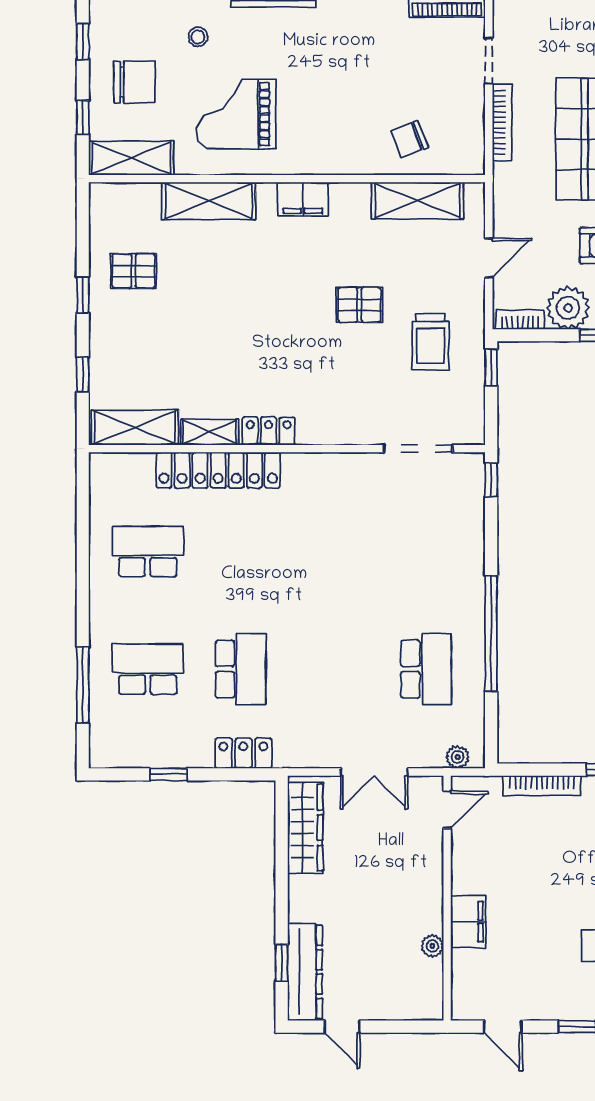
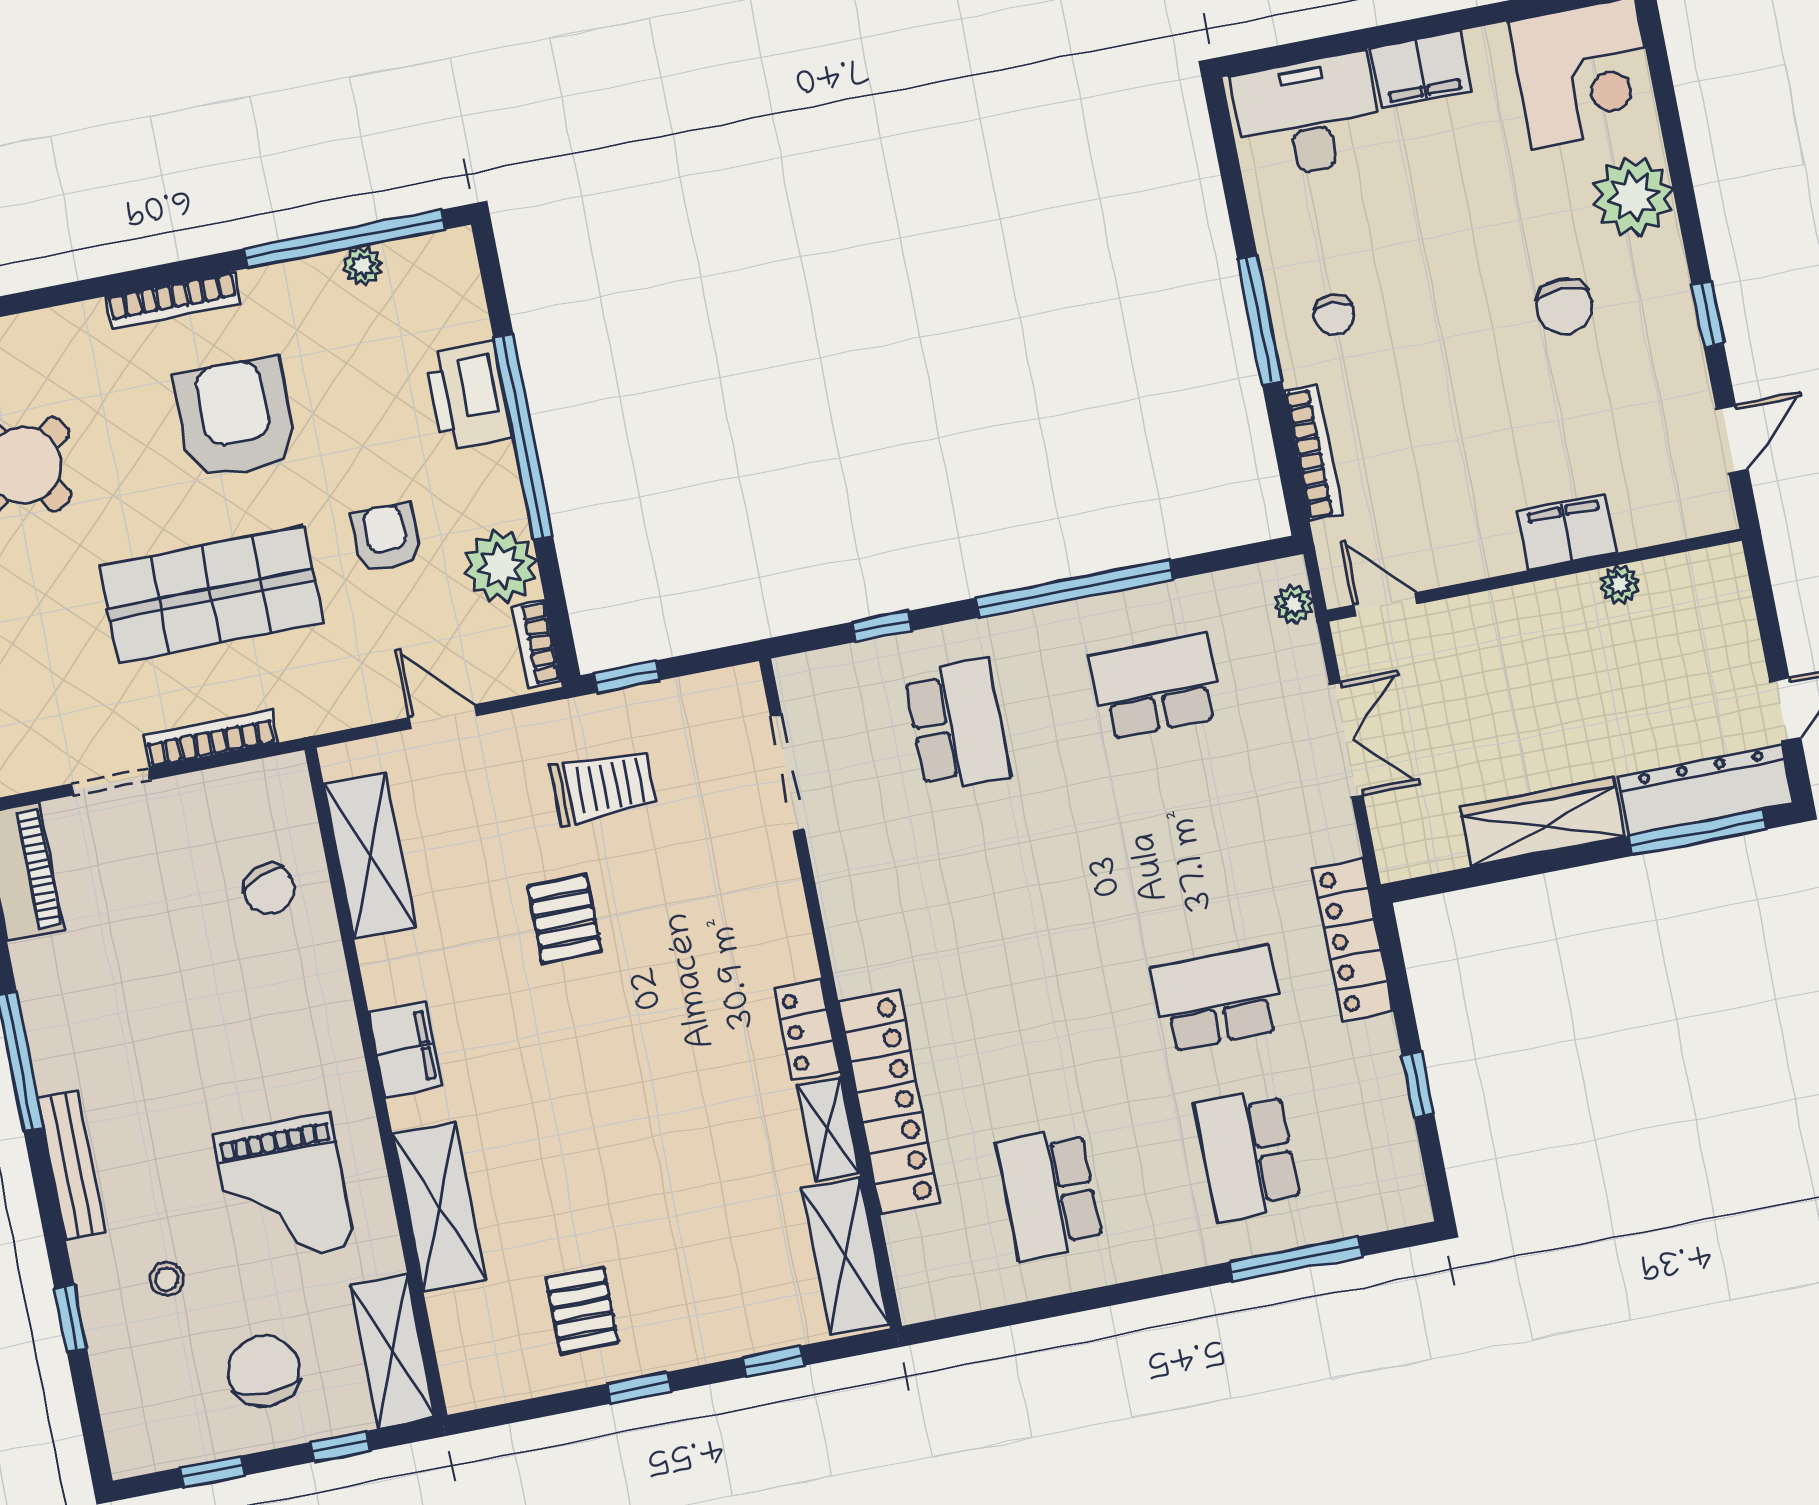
window: (491, 480) -> (882, 626), moved
school desk: (426, 552) -> (958, 725), added
locker: (243, 753) -> (1353, 939), width x1.53
wardrobe: (305, 828) -> (1542, 822), moved
window: (282, 963) -> (1698, 833), width x2.17

